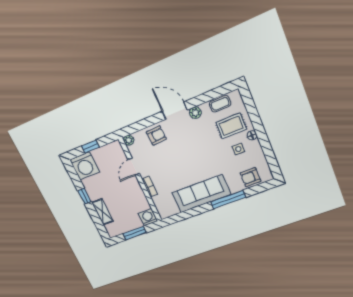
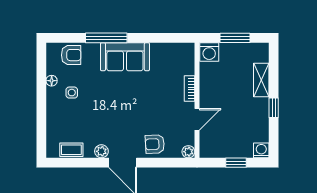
rug: (231, 126) -> (69, 121), removed
floor lamp: (252, 135) -> (52, 81), moved
washing machine: (85, 166) -> (261, 150), width x0.53, depth x0.53
sofa: (201, 194) -> (125, 57), width x0.73

